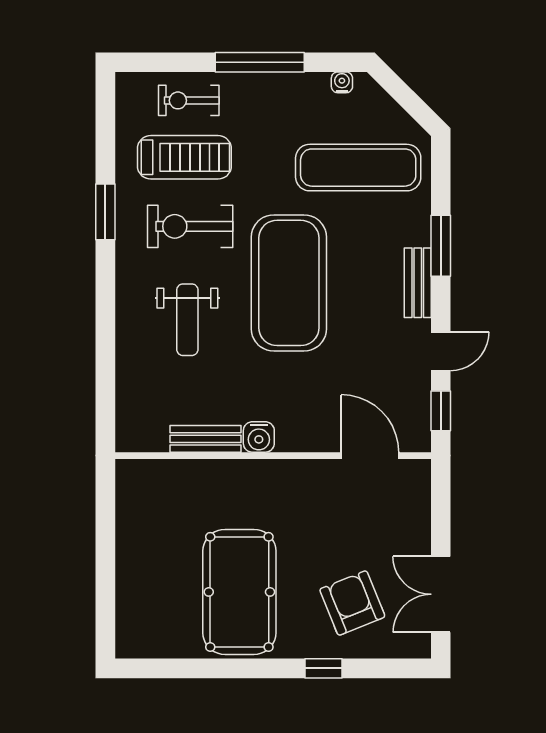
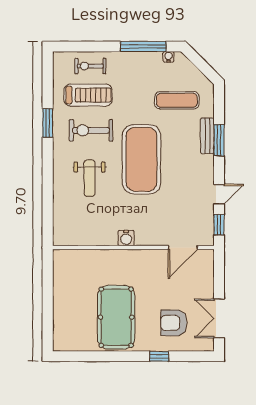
window: (260, 62) -> (143, 46), moved
exercise mat: (358, 168) -> (177, 100), width x0.73, depth x0.69
bench: (418, 283) -> (207, 136), moved
bench: (206, 439) -> (99, 239), removed
door: (370, 456) -> (183, 248), swing flipped
armchair: (352, 603) -> (174, 323), turned -68

